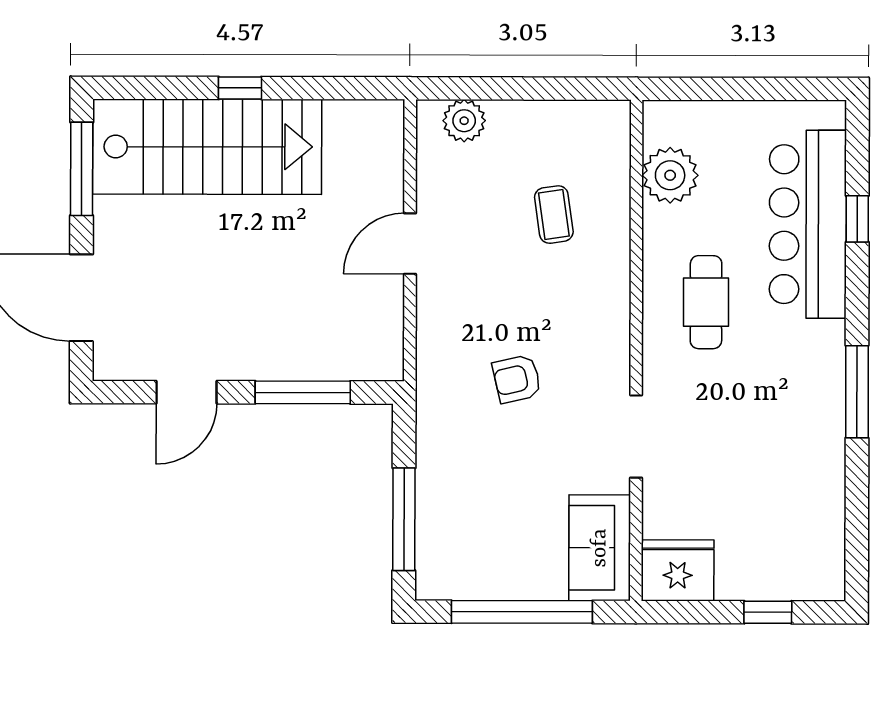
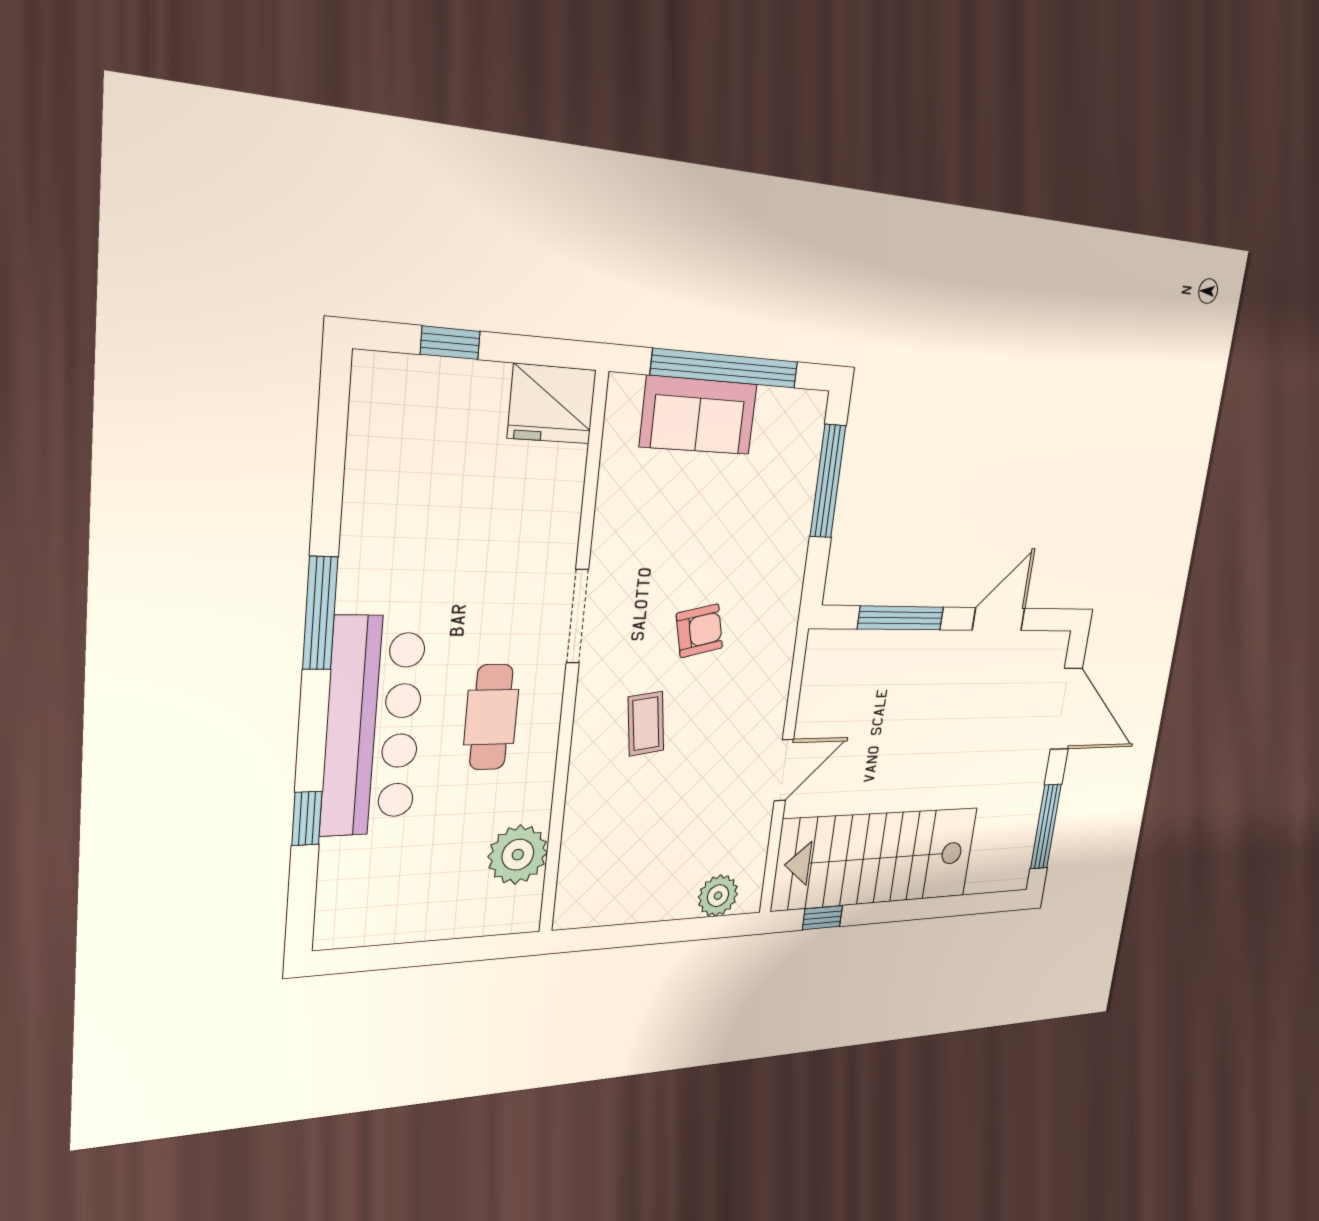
window: (240, 88) -> (822, 918), moved
stairs: (207, 147) -> (876, 858), moved
coffee table: (554, 215) -> (646, 724), moved
bar counter: (808, 224) -> (373, 726), moved
doorway: (636, 437) -> (577, 616), moved
sofa: (600, 548) -> (699, 415), moved, turned 90

